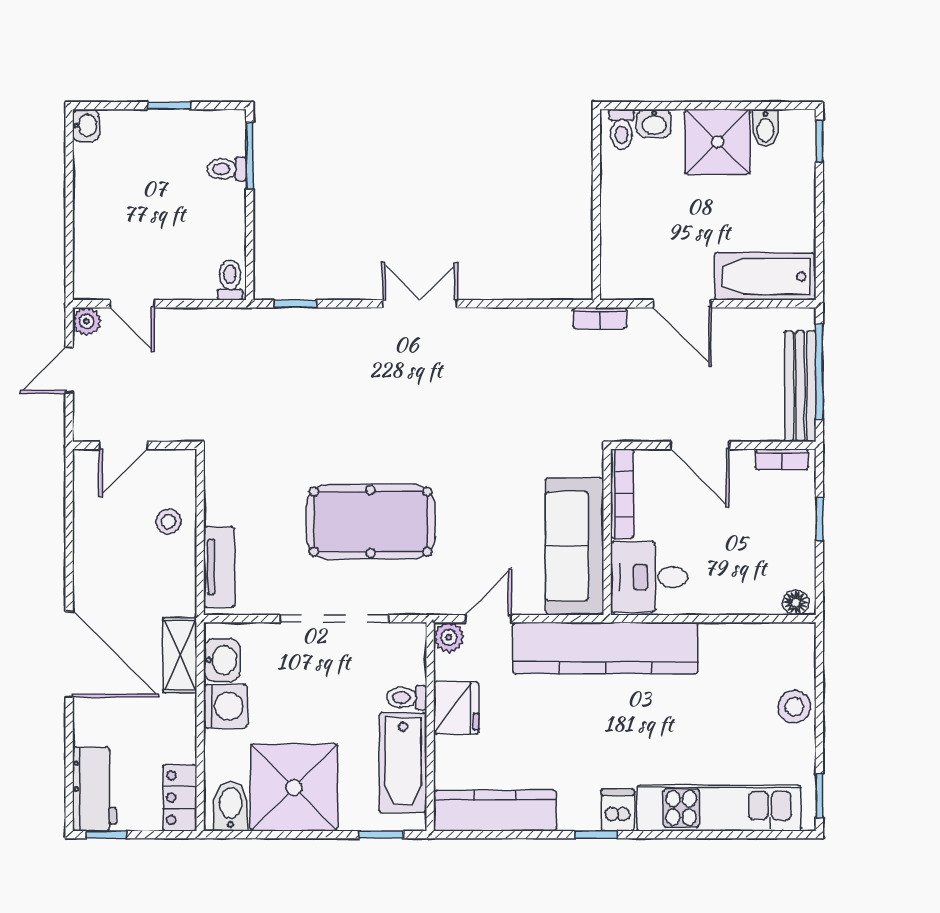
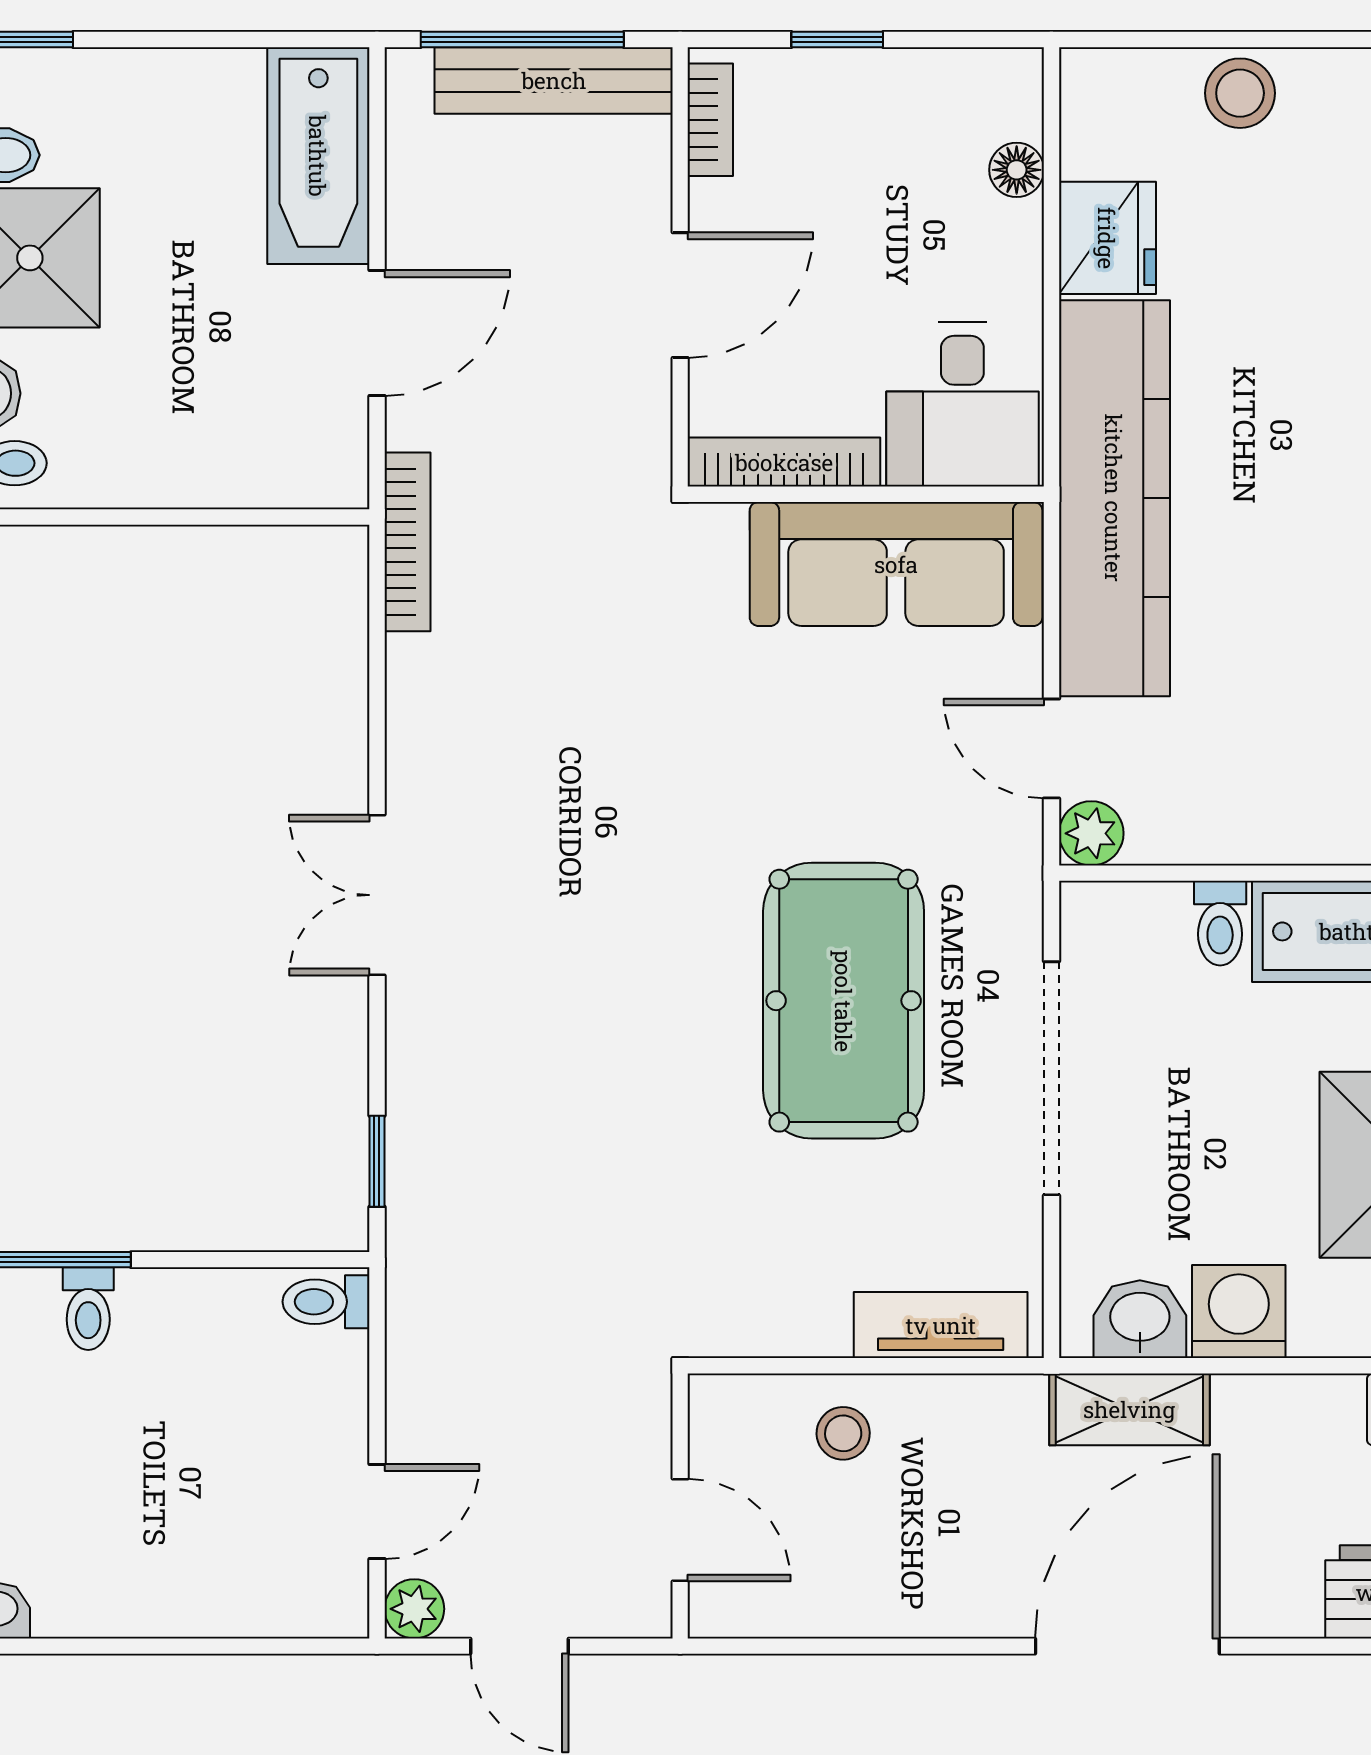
bookcase: (600, 318) -> (407, 542), width x1.56
floor lamp: (796, 602) -> (1017, 170), moved
fridge: (456, 708) -> (1107, 238), moved, turned 90

